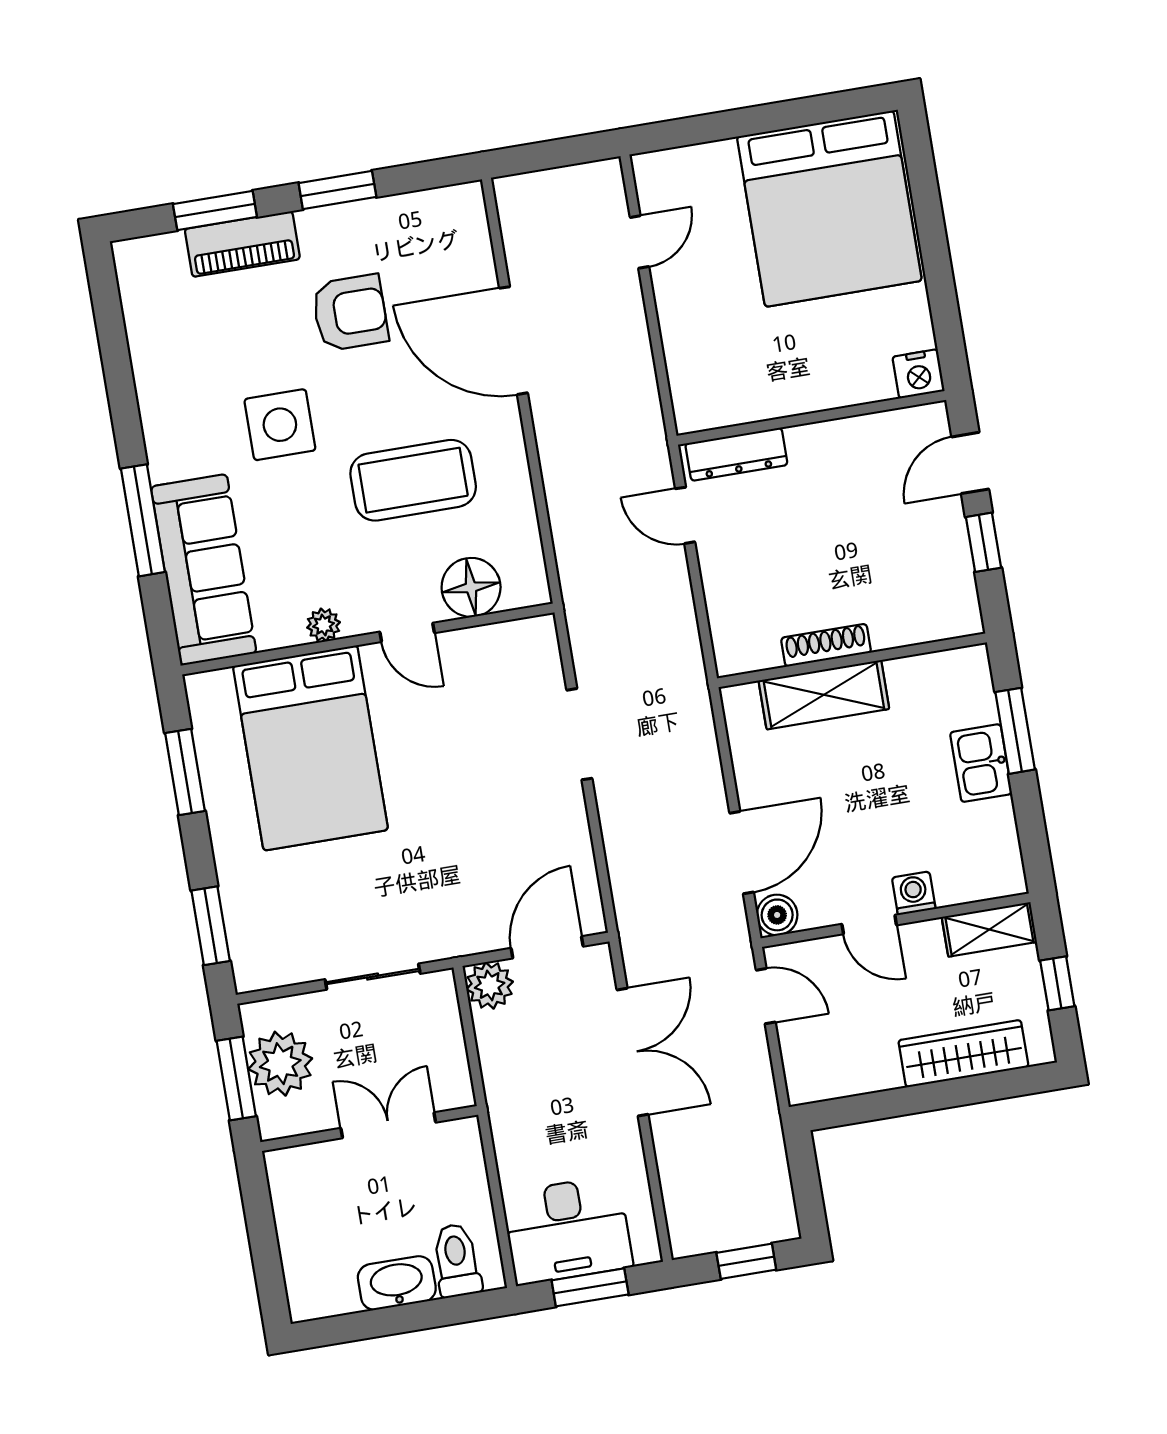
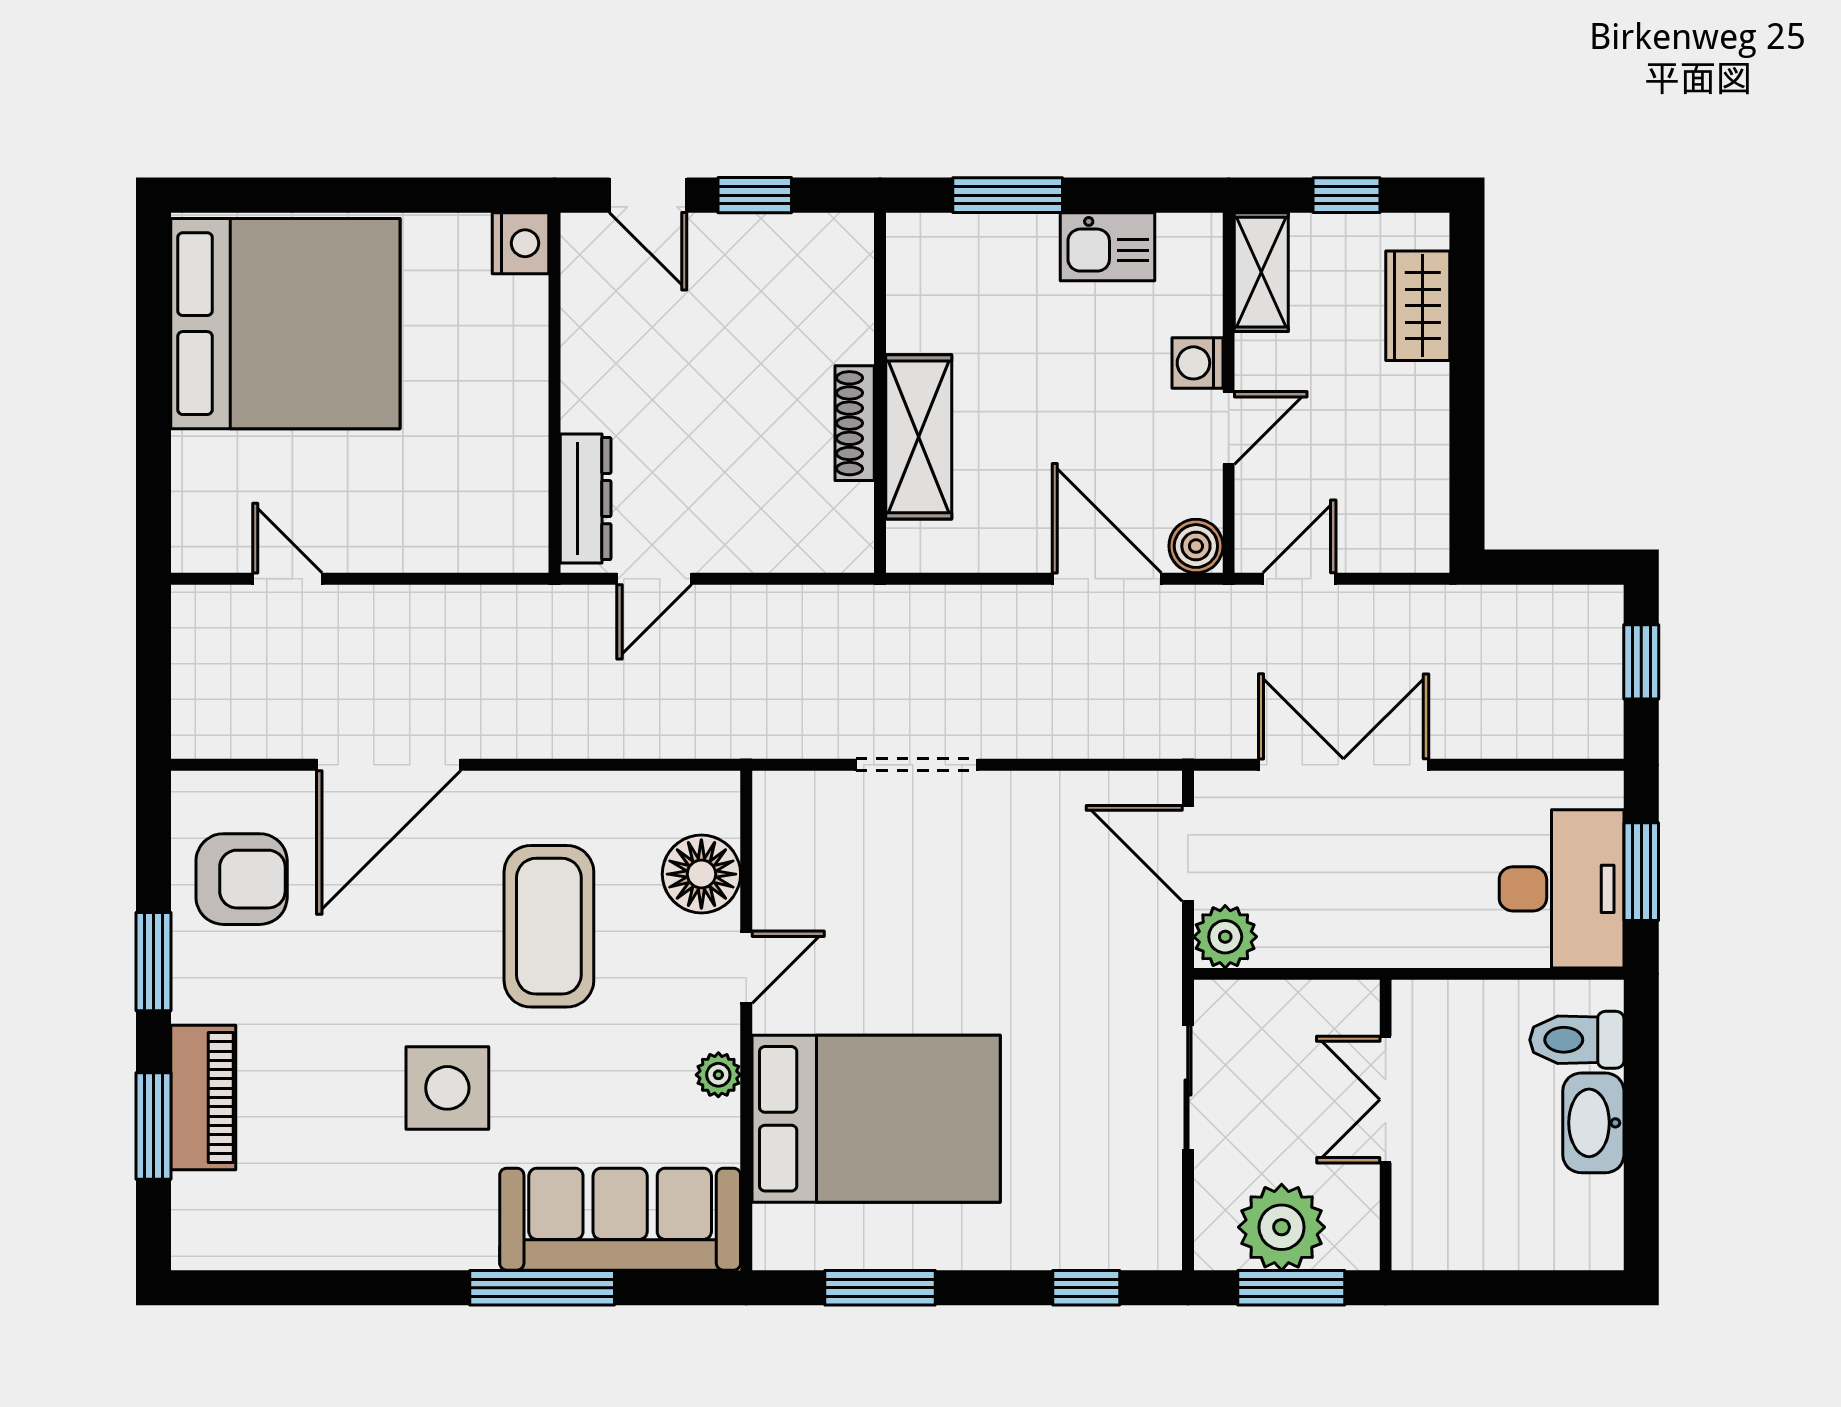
armchair: (350, 313) -> (242, 879), moved, turned 90
kitchen sink: (981, 763) -> (1108, 247), moved
window: (211, 926) -> (1086, 1288), width x0.67
wardrobe: (963, 1054) -> (1418, 306), width x0.67

